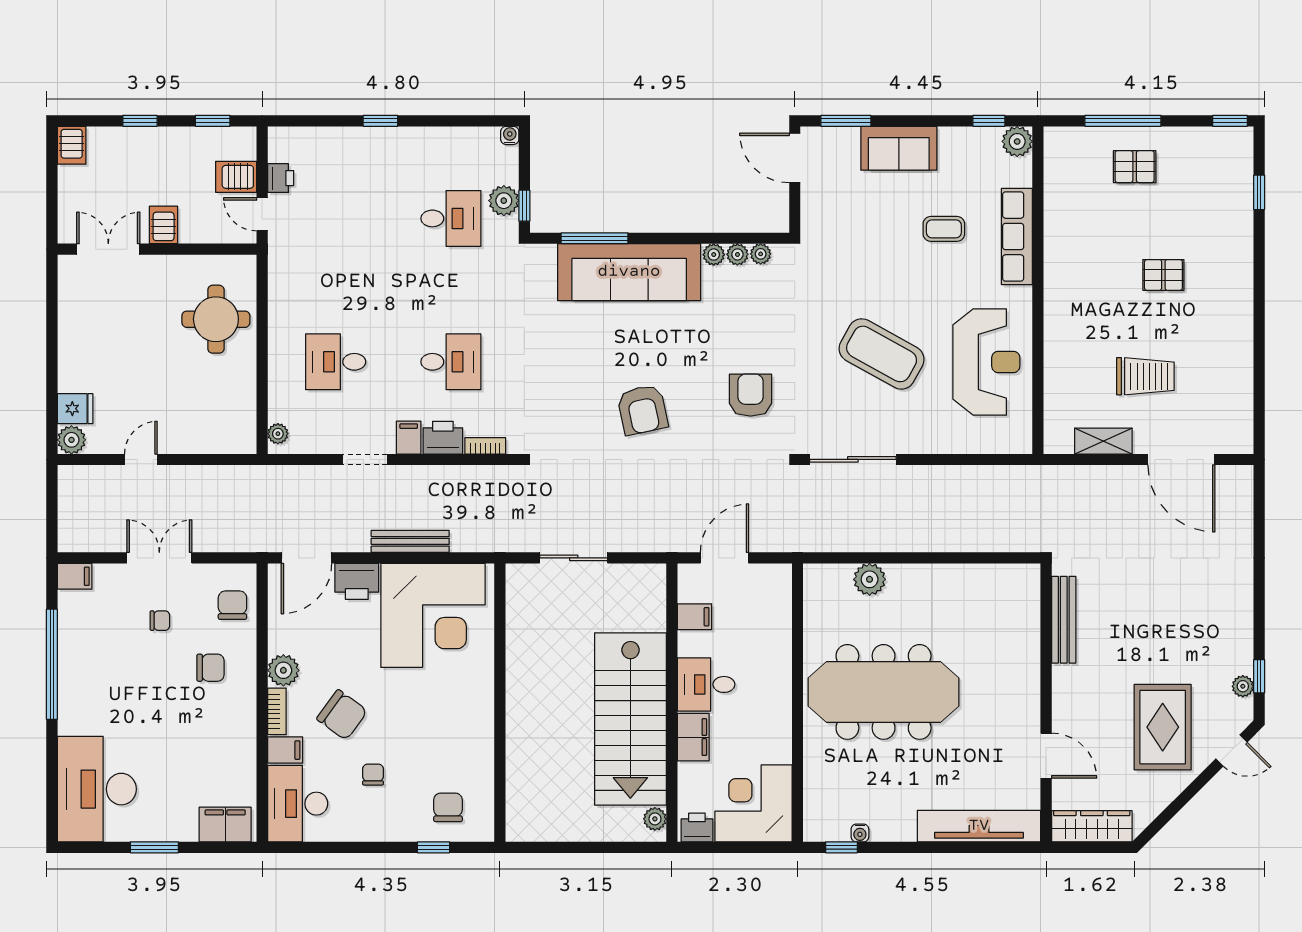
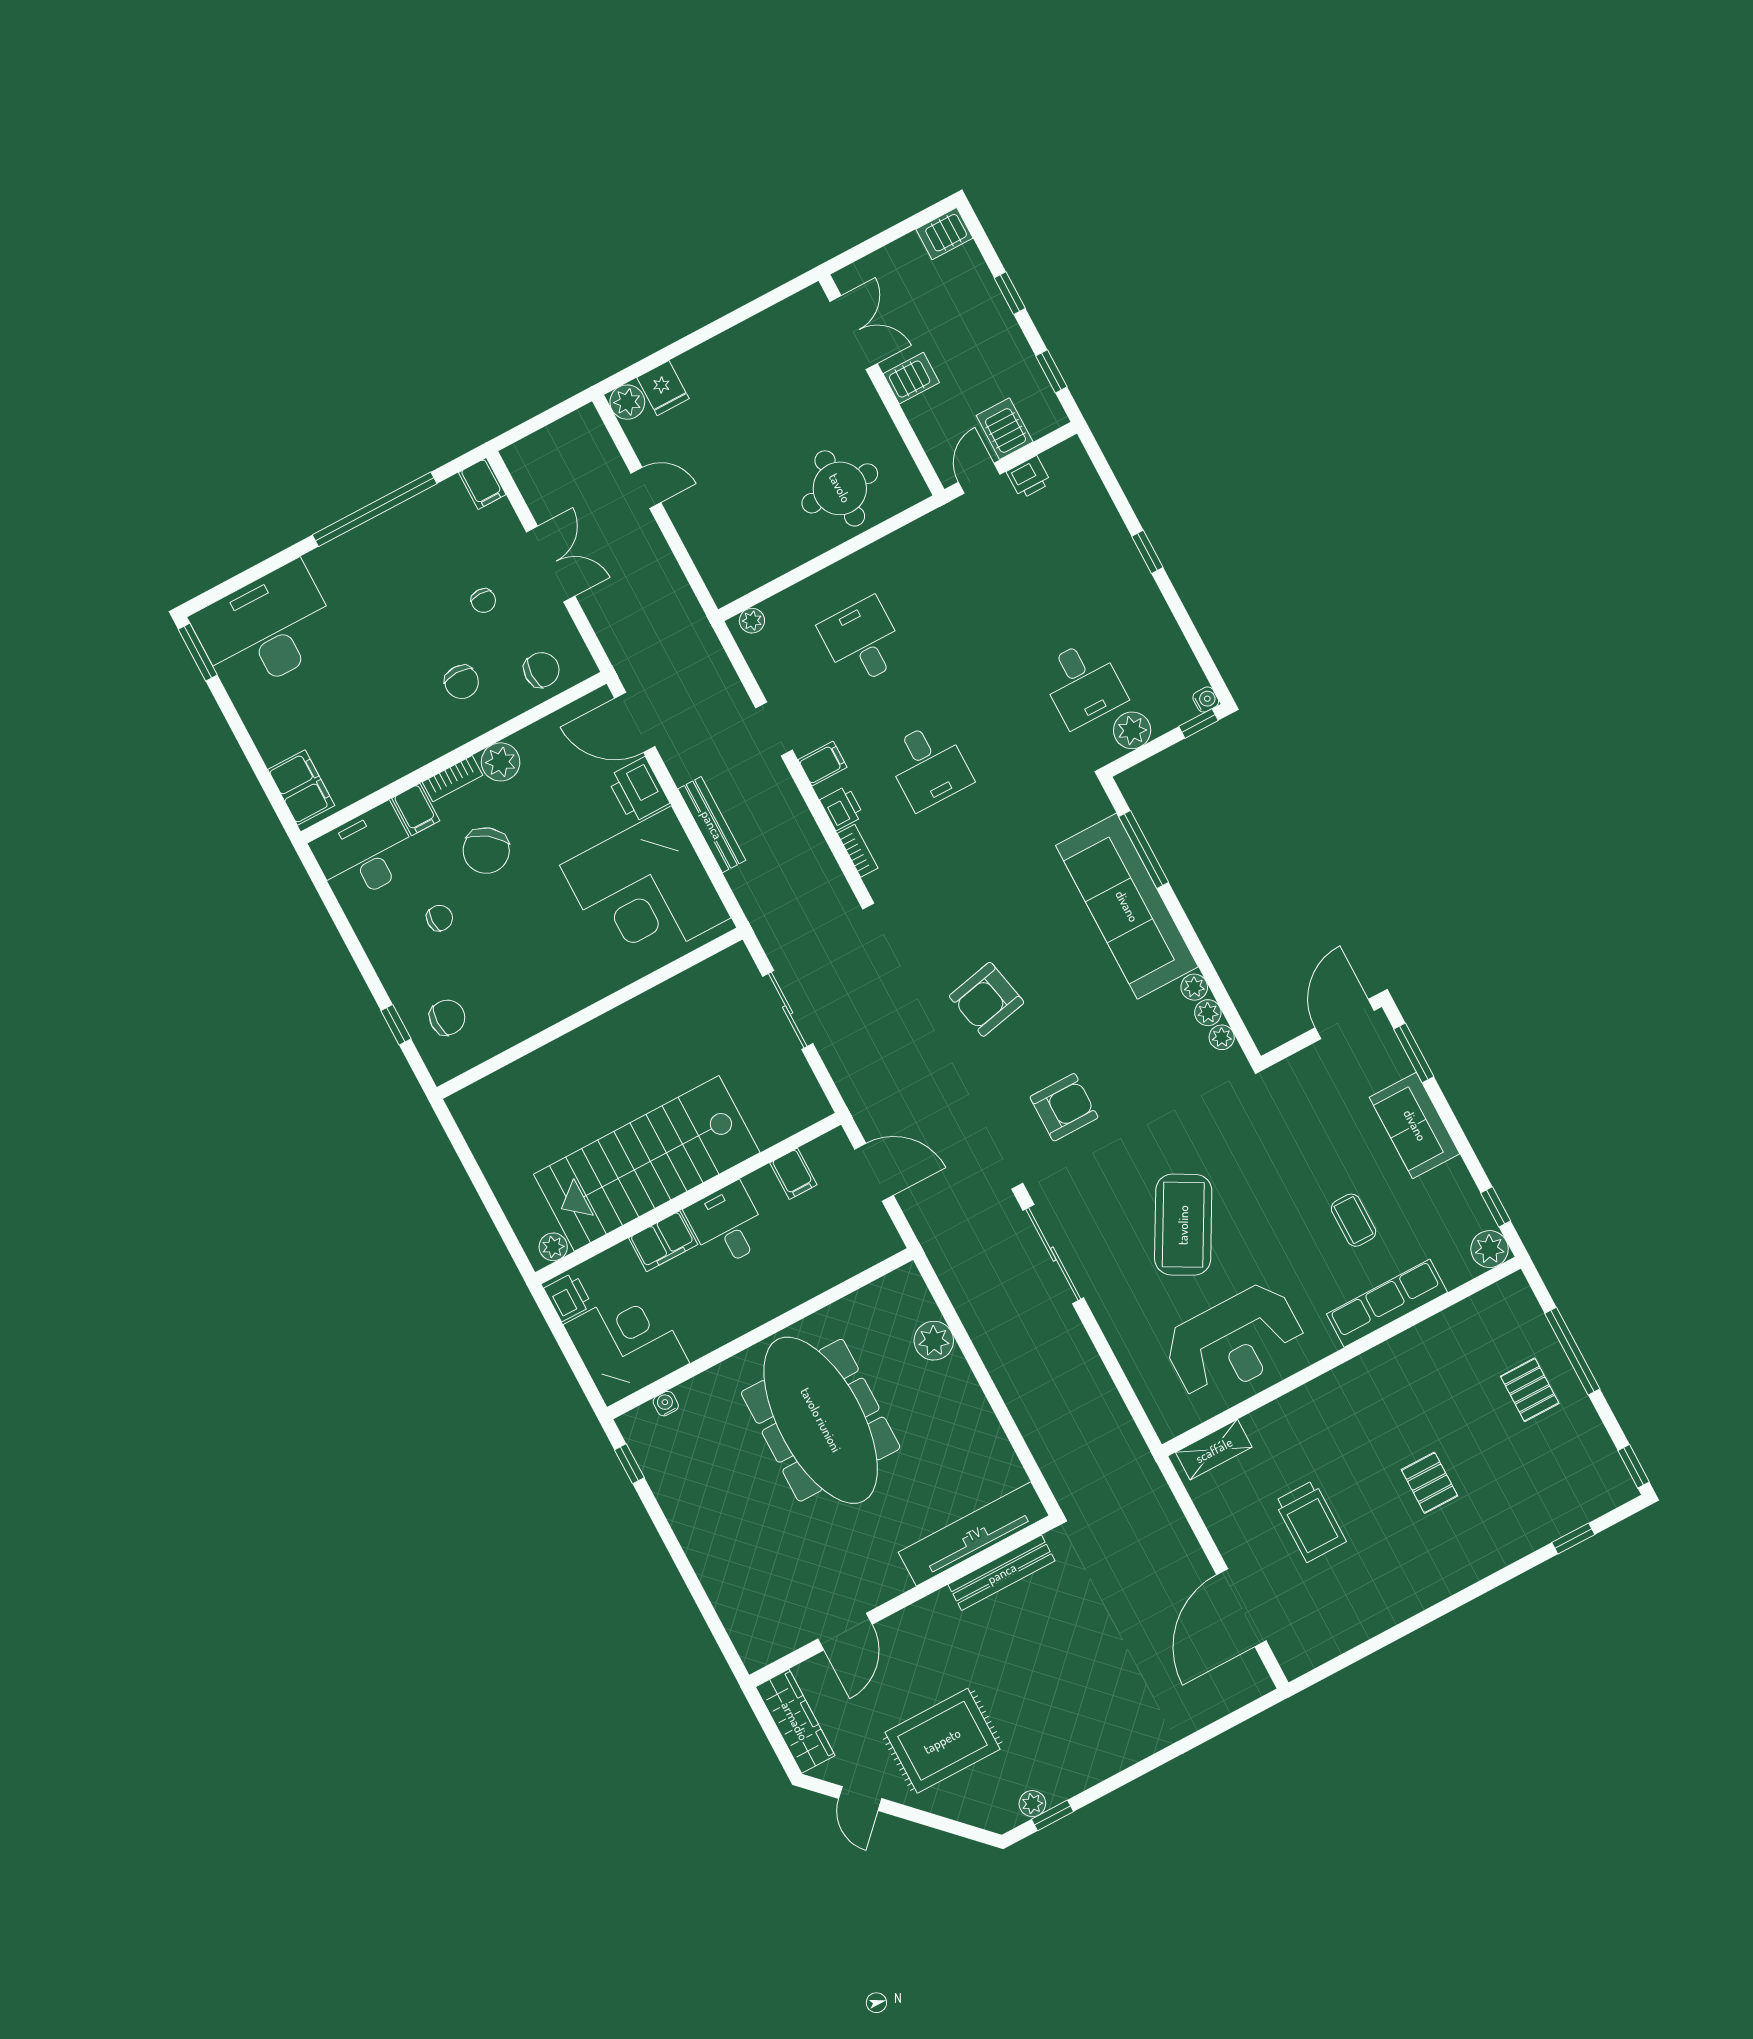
window: (524, 206) -> (1198, 723), moved
printer: (443, 438) -> (842, 808), width x0.73, depth x0.81
shelving: (1103, 441) -> (1214, 1450), moved, turned 90
door: (1231, 750) -> (860, 1798), moved
tv unit: (979, 826) -> (974, 1534), moved, turned -90
water cooler: (860, 833) -> (666, 1404), moved, turned 90
window: (154, 847) -> (198, 652), moved

